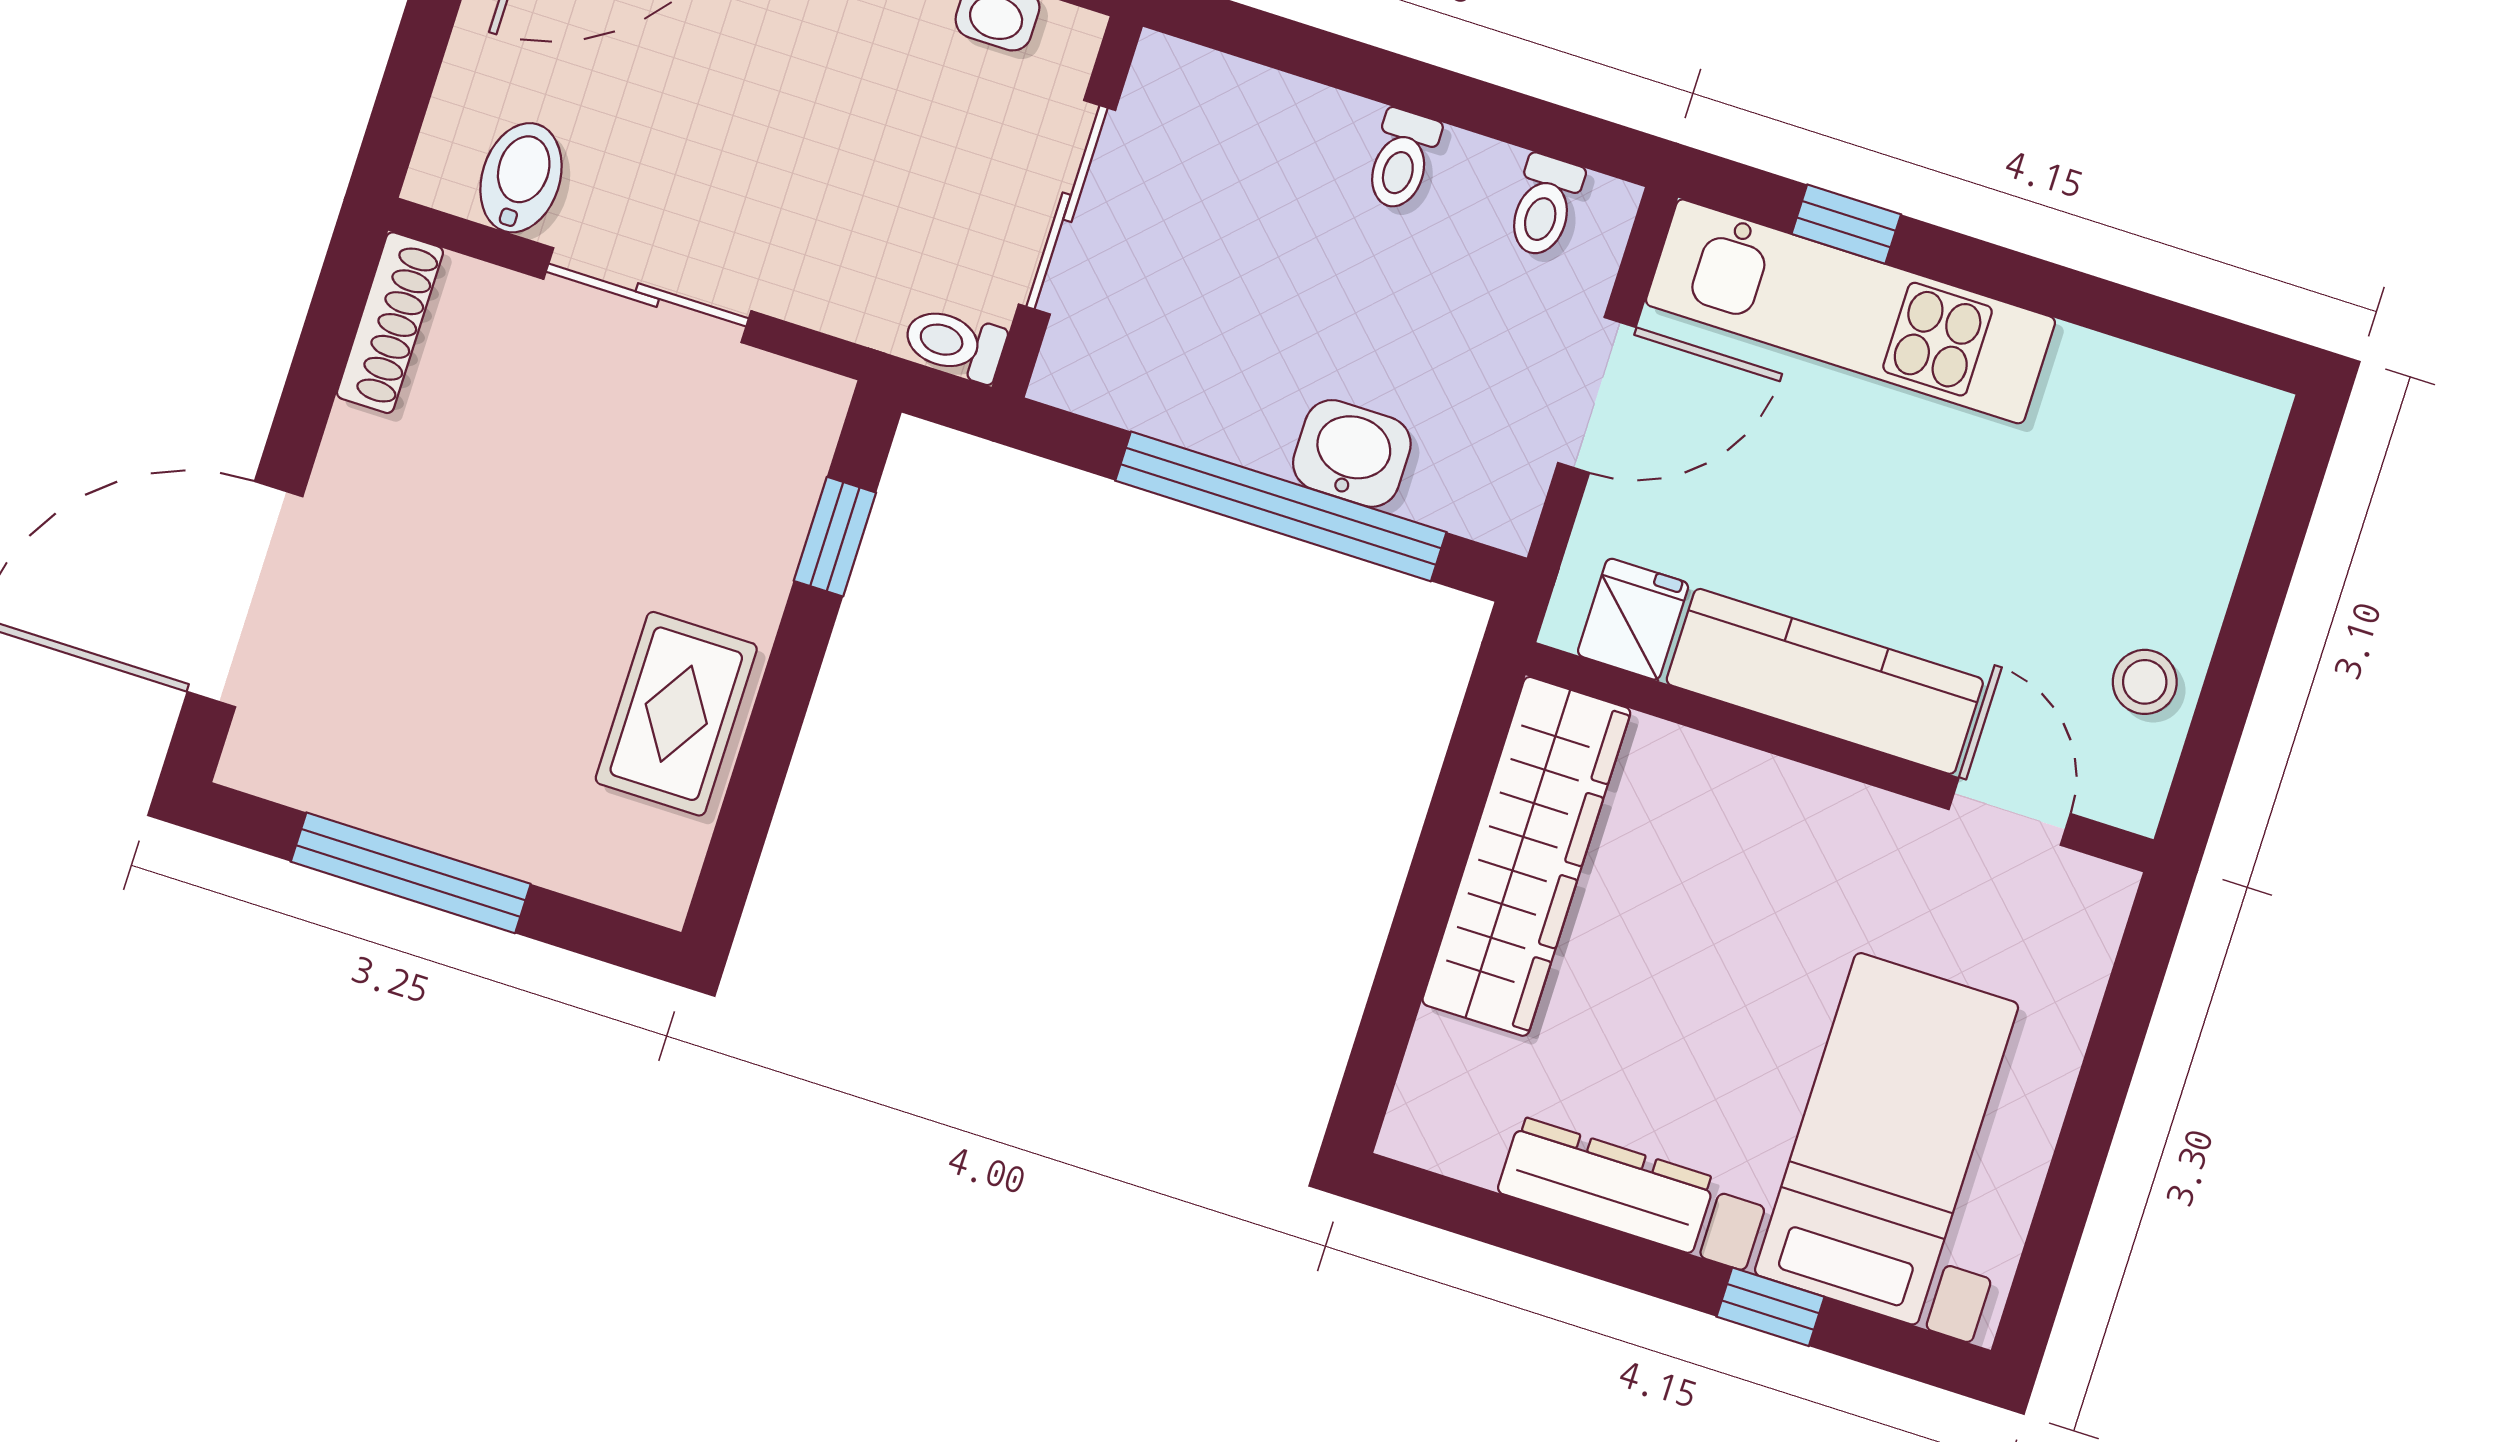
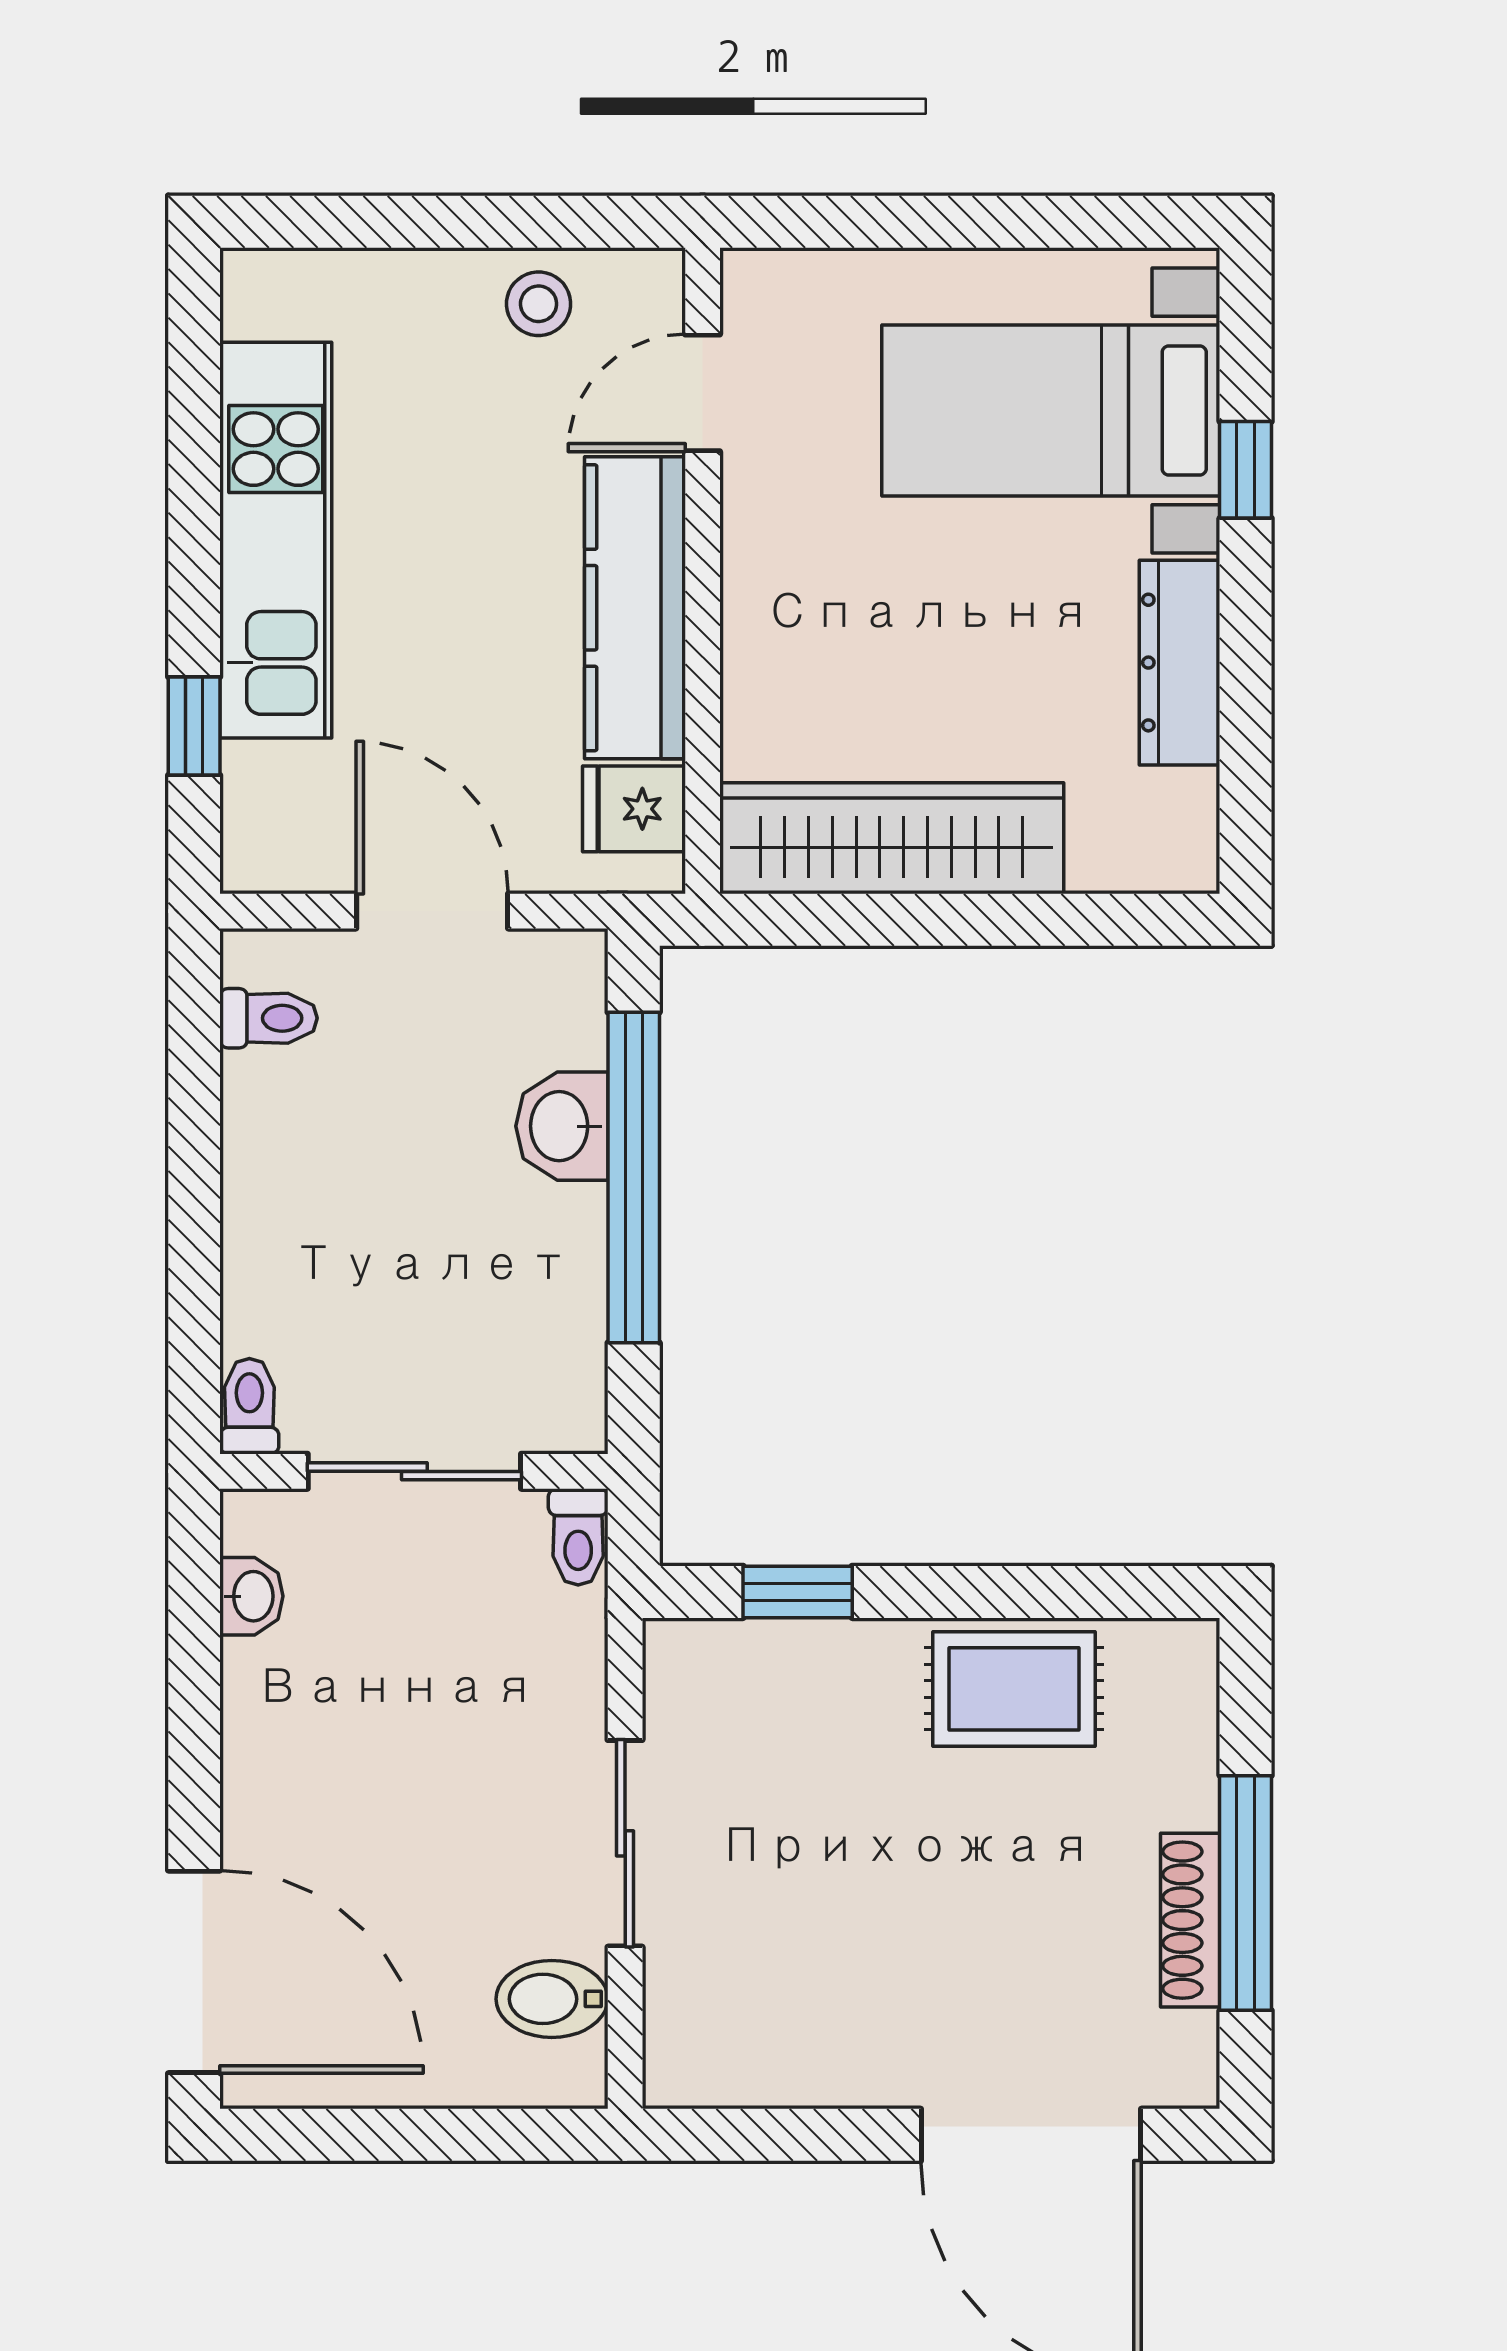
toilet: (1402, 160) -> (249, 1406), moved, turned -90
kitchen unit: (1851, 311) -> (276, 540), moved
shoe rack: (390, 323) -> (1190, 1920), moved, turned -90

